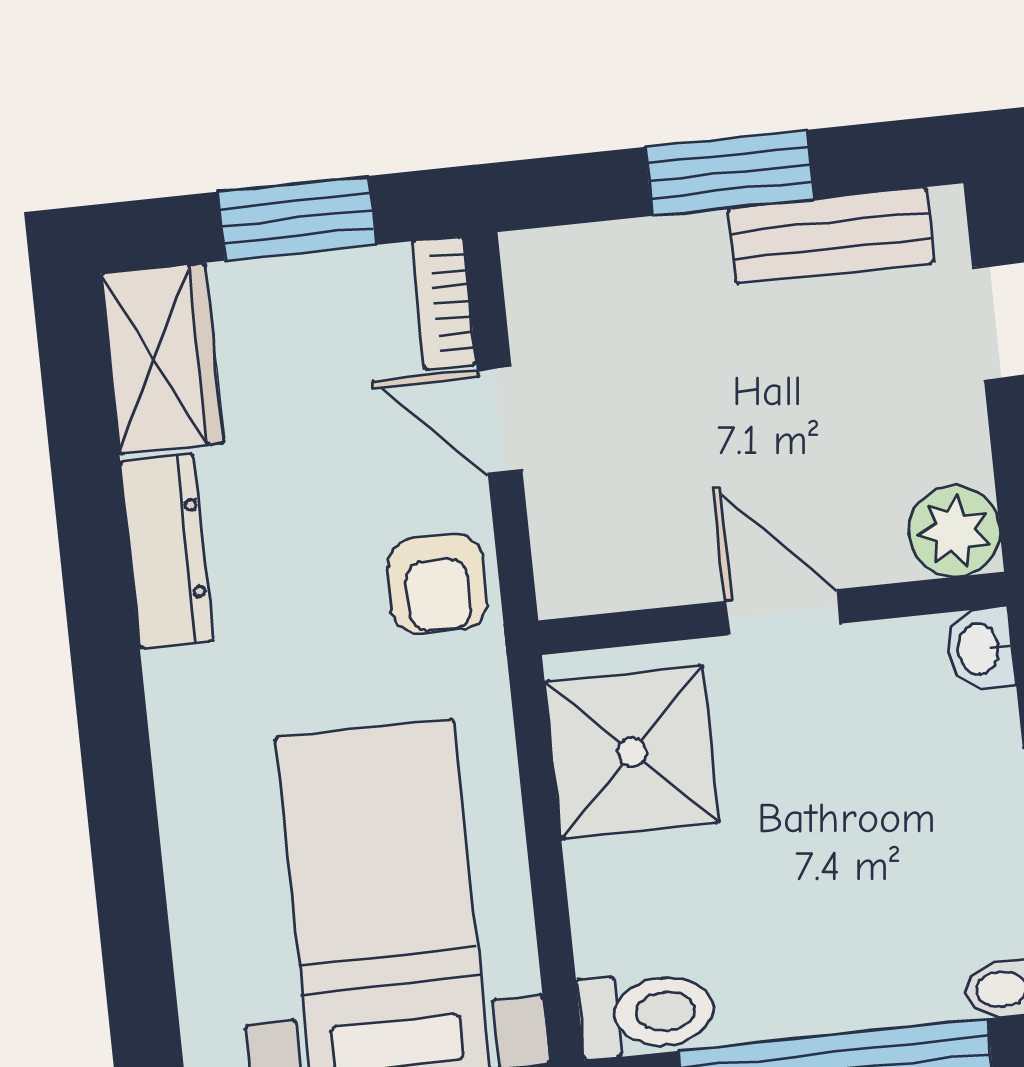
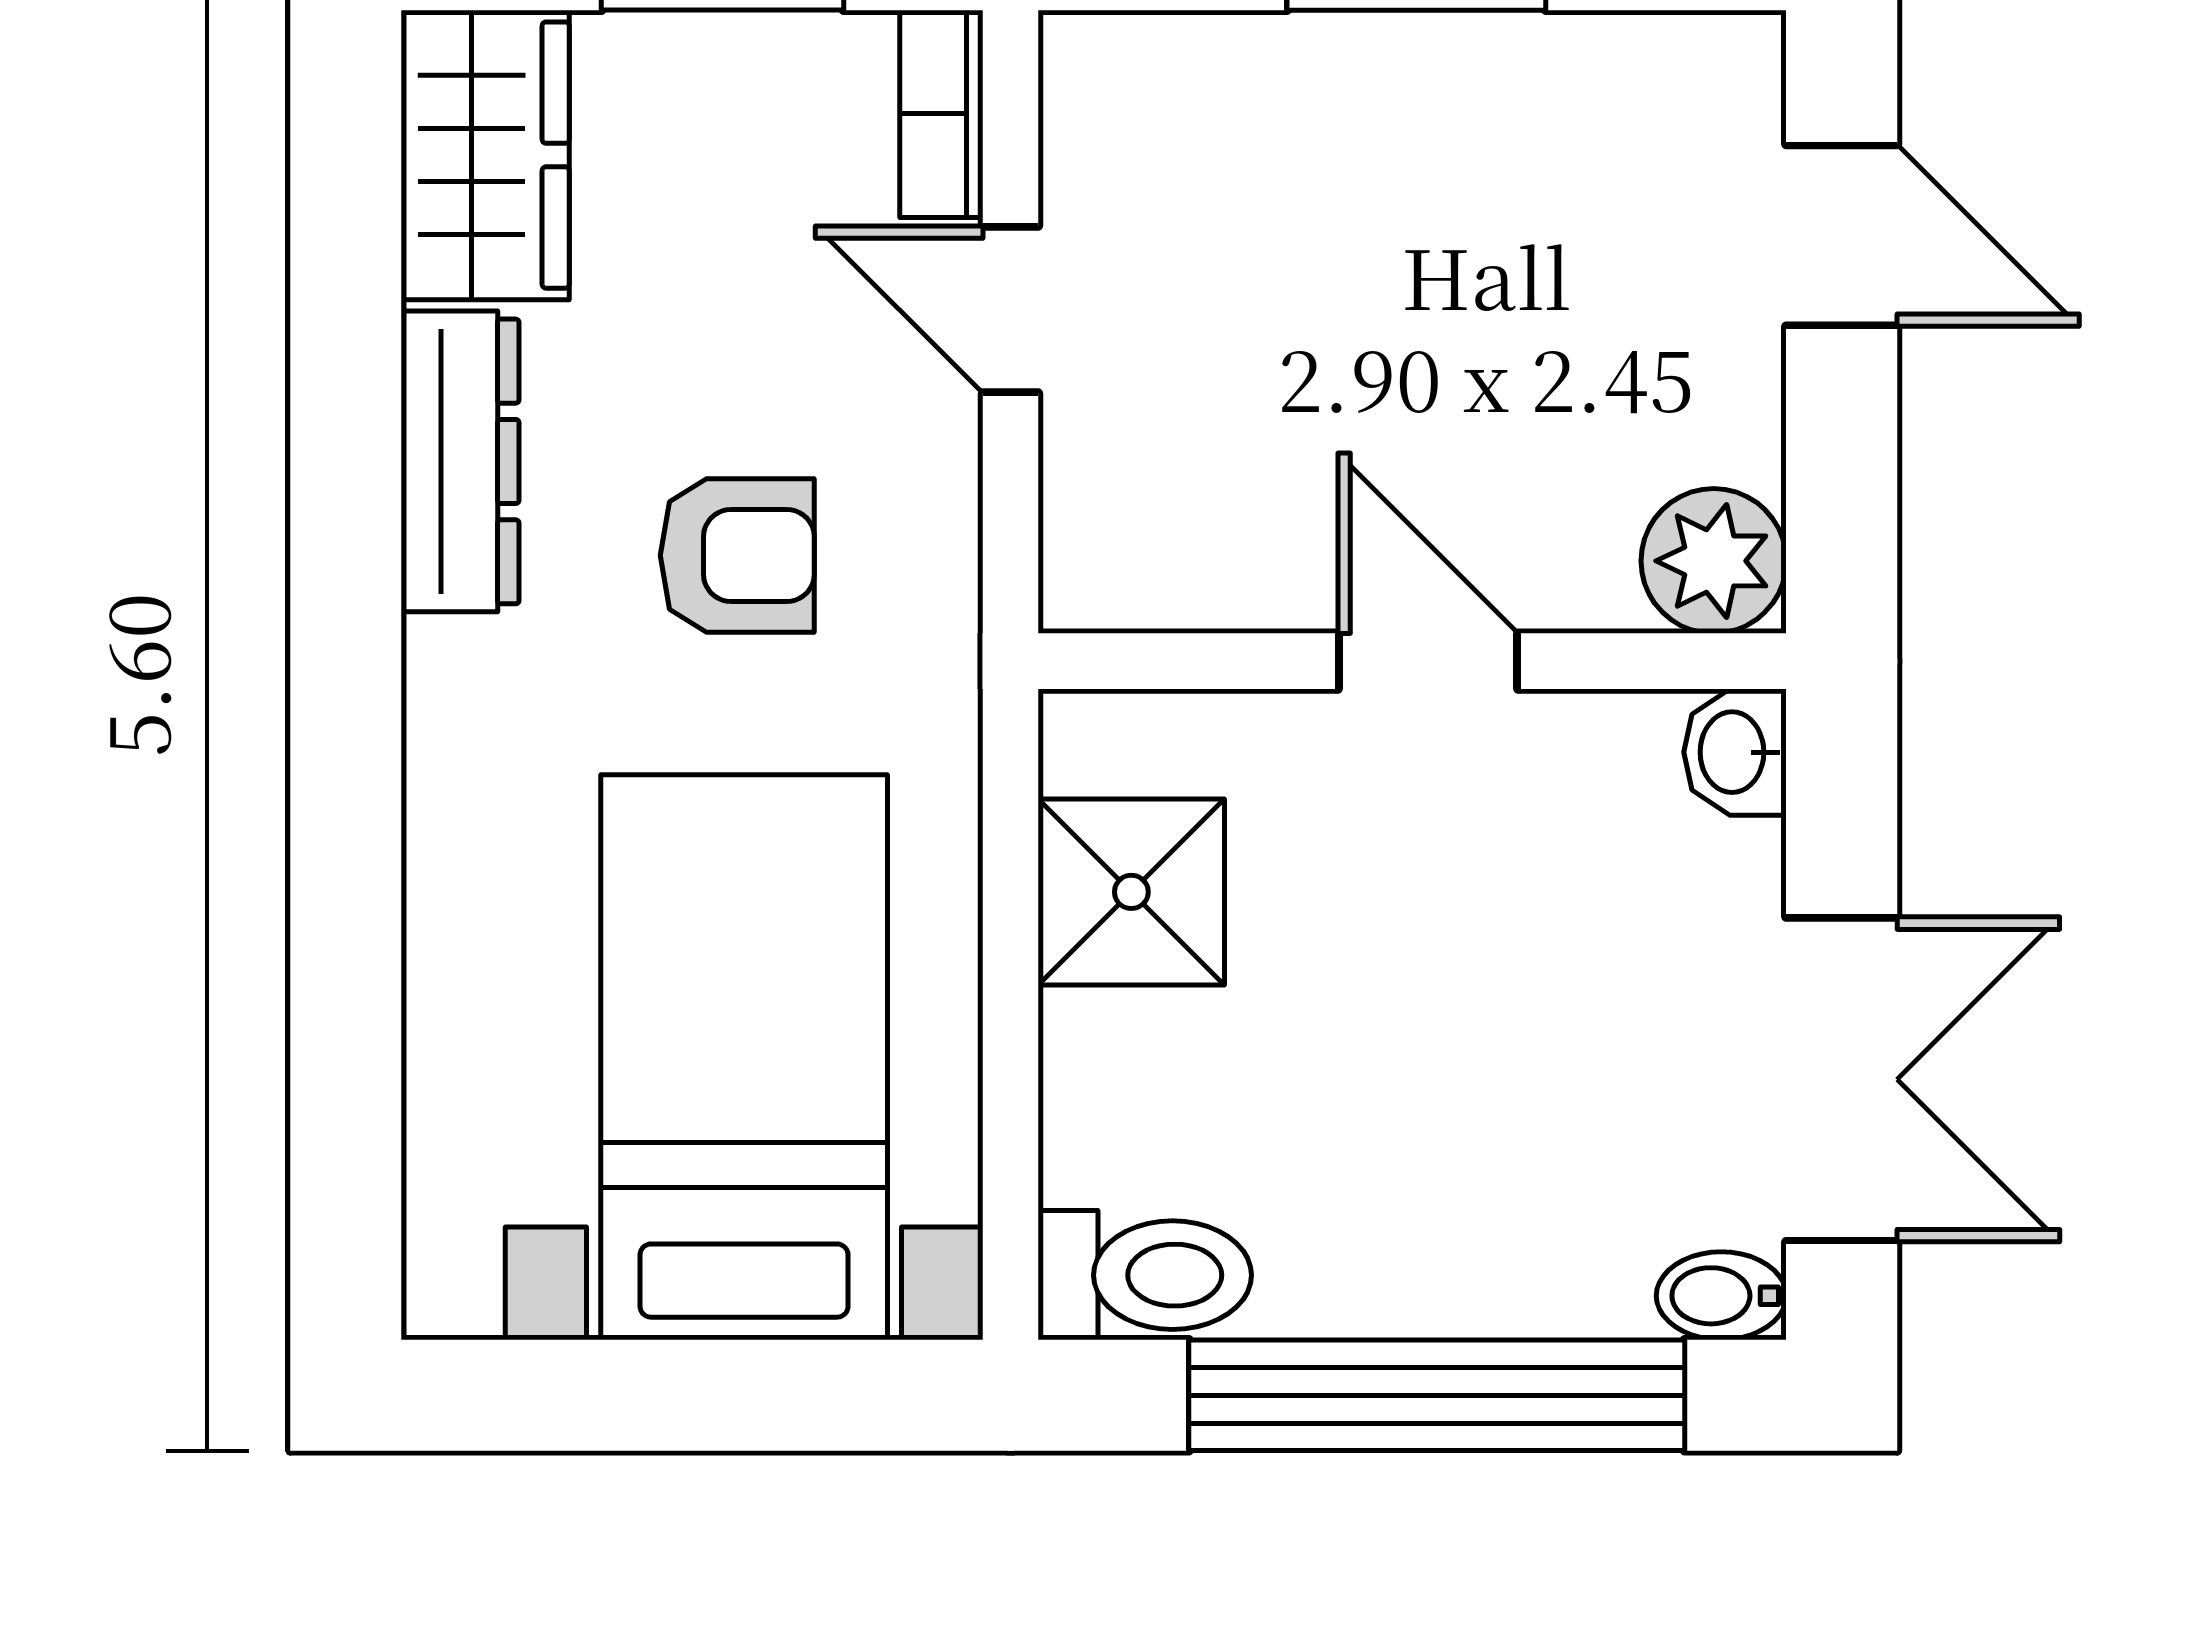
bench: (831, 235) -> (1567, 71), removed
armchair: (437, 584) -> (737, 555), moved, turned -90
shower: (632, 752) -> (1131, 892), width x0.73, depth x0.73

